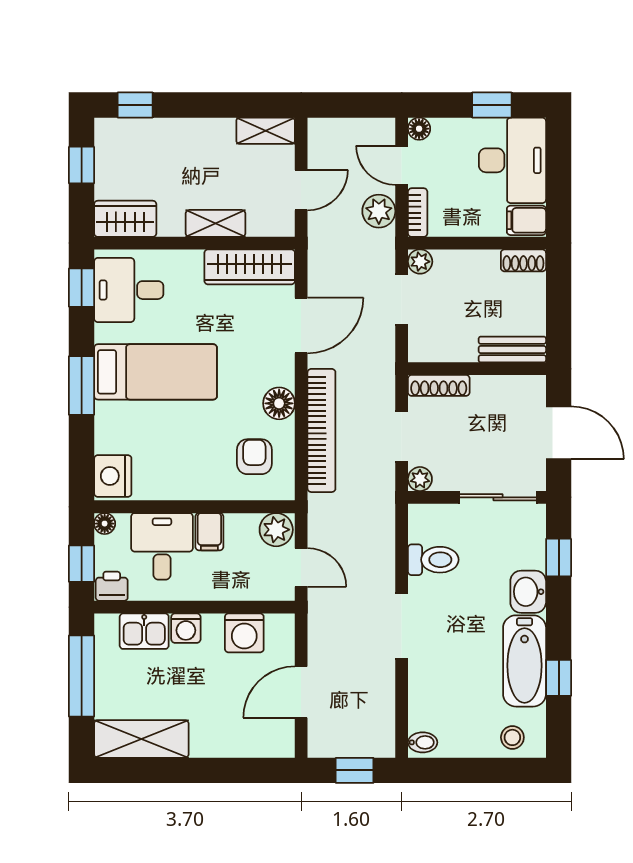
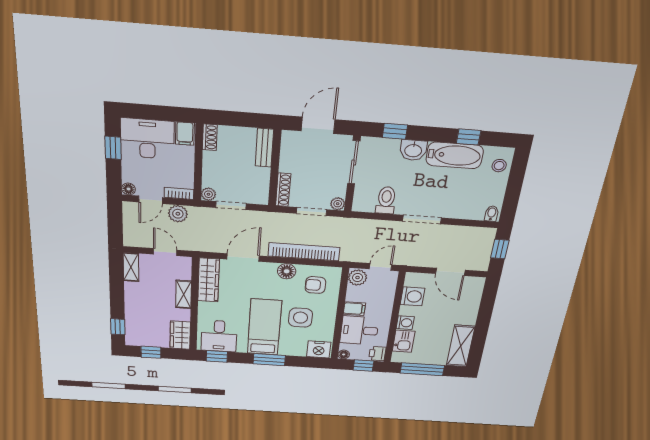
door: (301, 325) -> (243, 257), hinge flipped
side table: (182, 436) -> (300, 318), added

